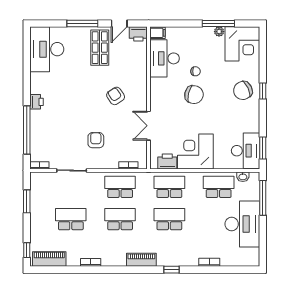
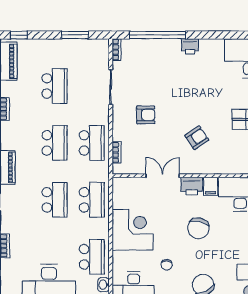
chair: (195, 71) -> (167, 265), moved
filing cabinet: (158, 84) -> (210, 186), added
printer: (167, 162) -> (192, 186), moved, turned 90

